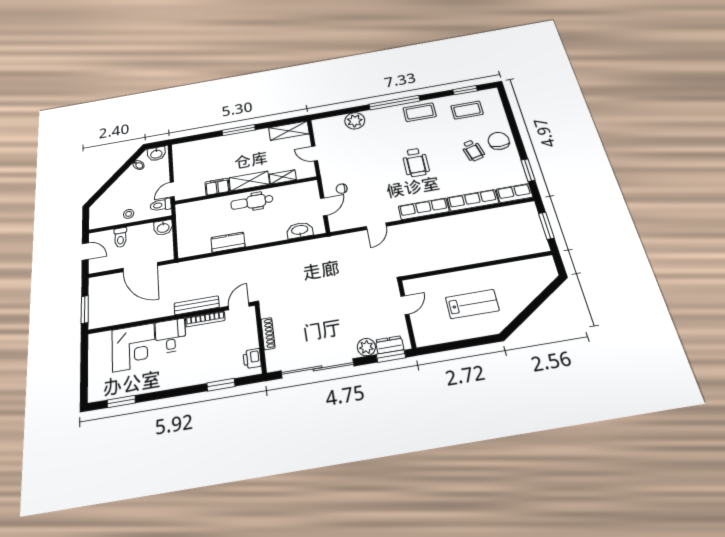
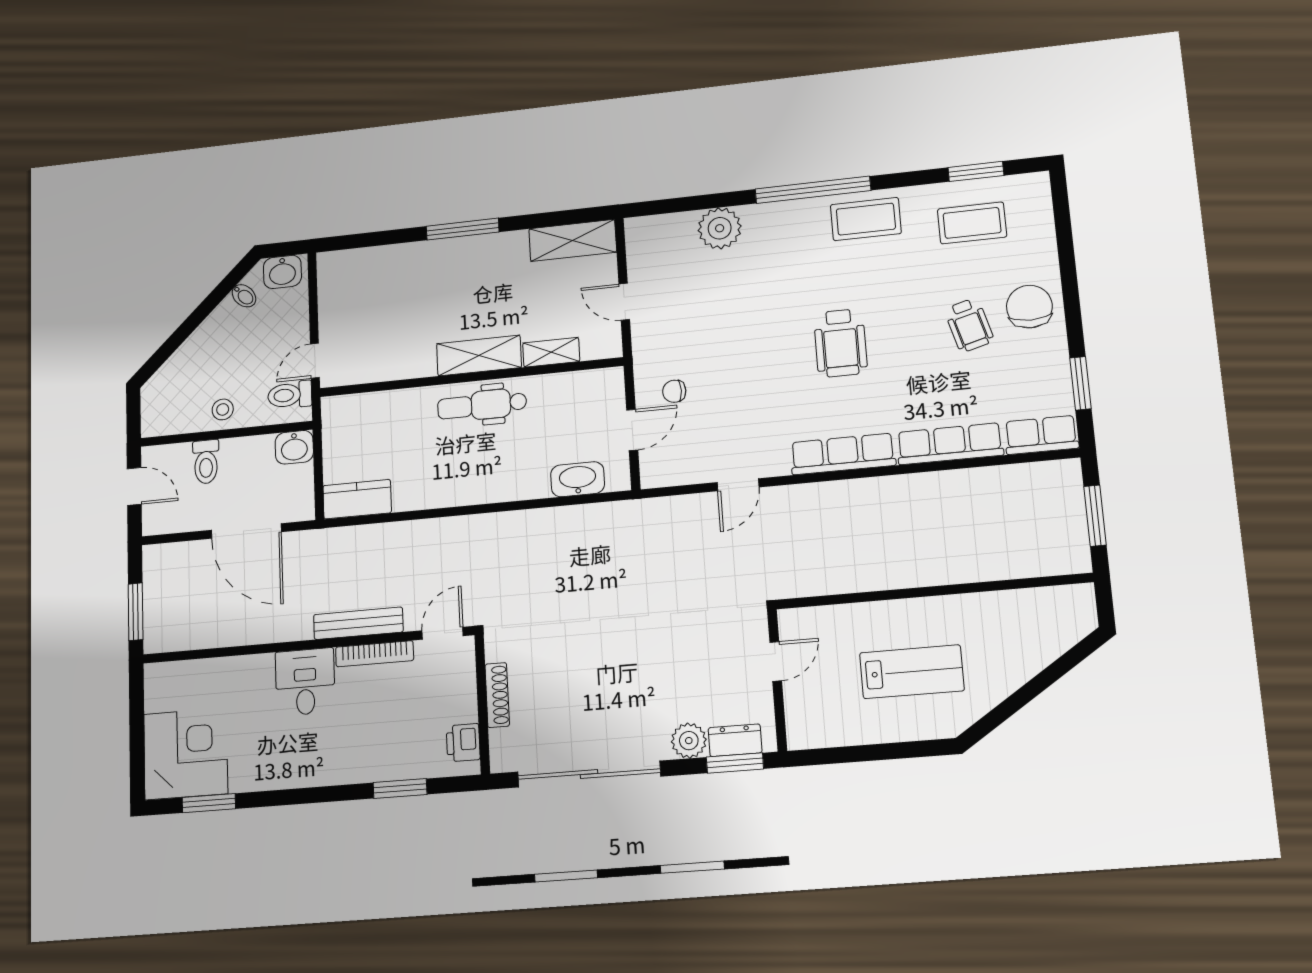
filing cabinet: (217, 187) -> (410, 363), removed
kitchen counter: (228, 242) -> (357, 499), moved
corner desk: (134, 347) -> (186, 754), moved, turned -90

